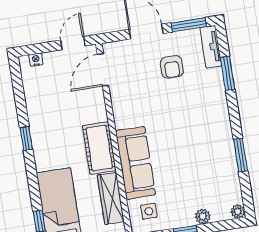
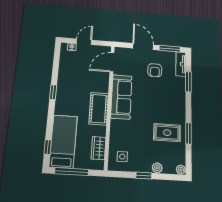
door: (73, 43) -> (84, 42), moved
rug: (208, 161) -> (167, 133), added
sofa: (135, 163) -> (121, 97), moved
wardrobe: (111, 198) -> (99, 148), width x0.67

